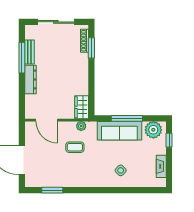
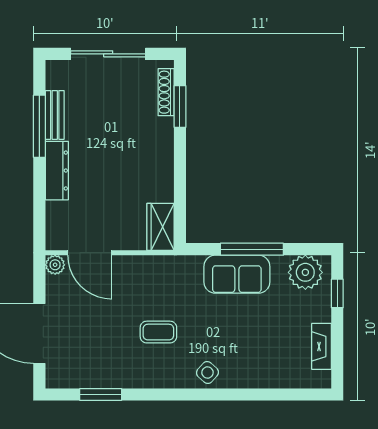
plant: (81, 126) -> (55, 265), moved
sofa: (119, 131) -> (237, 274), width x0.73
coffee table: (75, 147) -> (158, 332), moved
side table: (121, 170) -> (207, 373), moved

